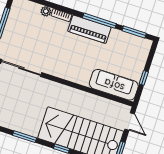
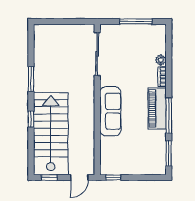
window: (144, 78) -> (113, 177), moved
sofa: (114, 85) -> (110, 111), moved

